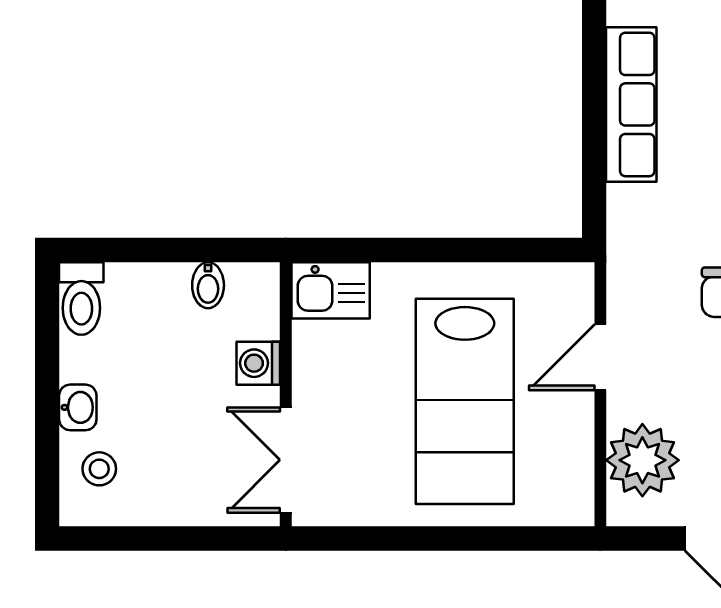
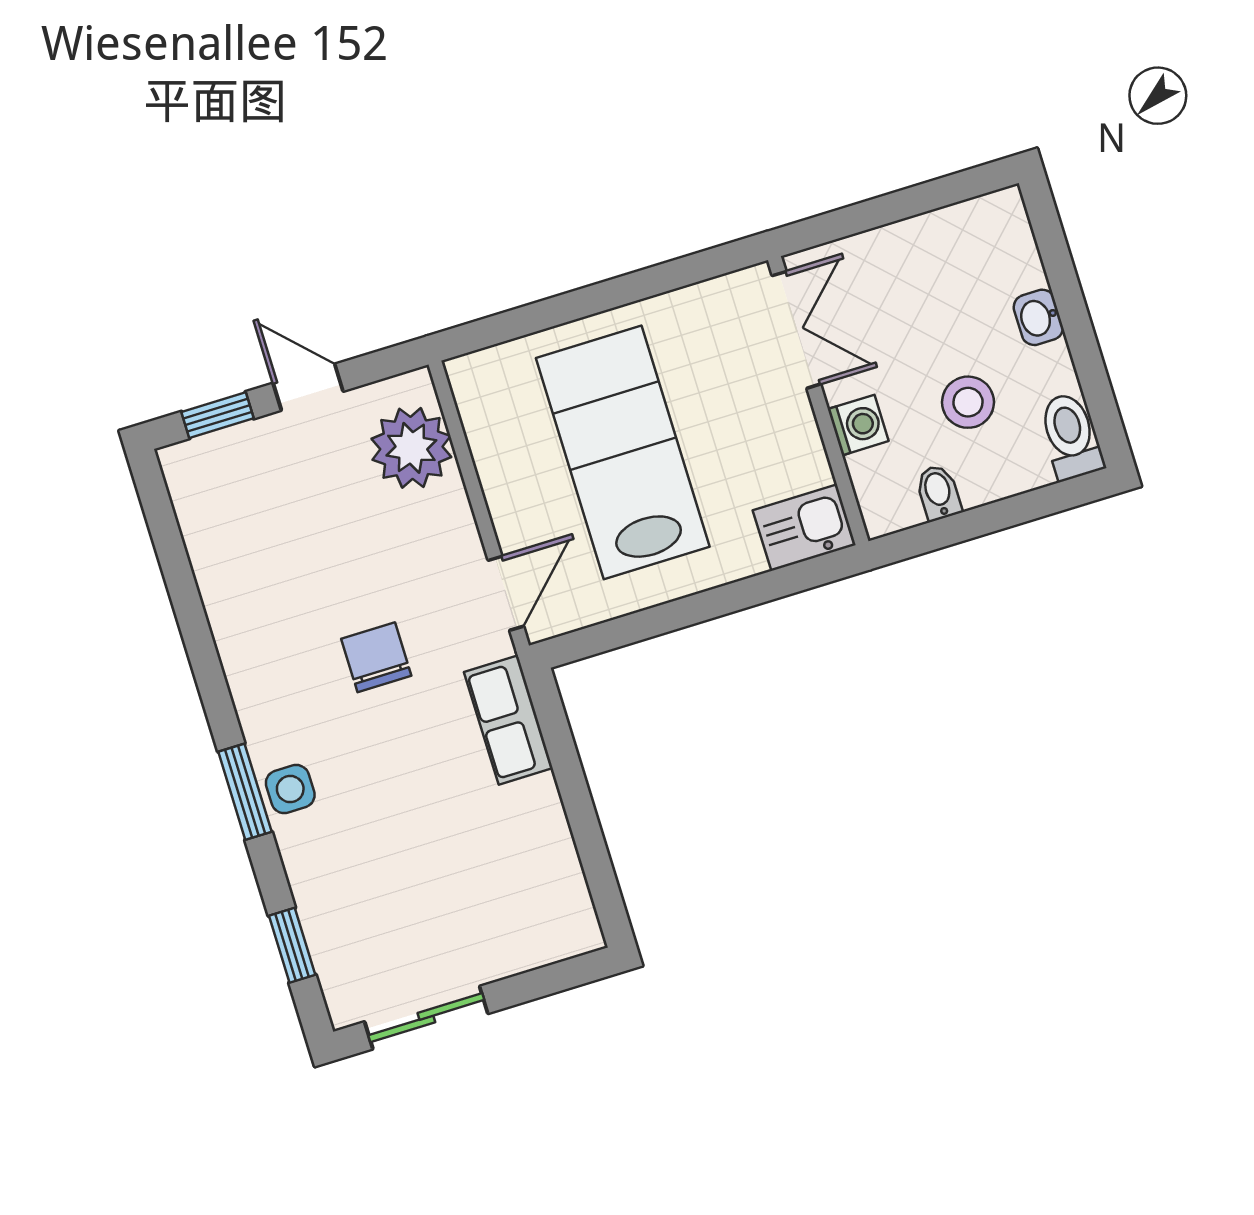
row of seats: (631, 104) -> (508, 720), moved, width x0.68
door: (600, 357) -> (506, 593), moved
stool: (99, 469) -> (968, 402), moved, width x1.37, depth x1.37

